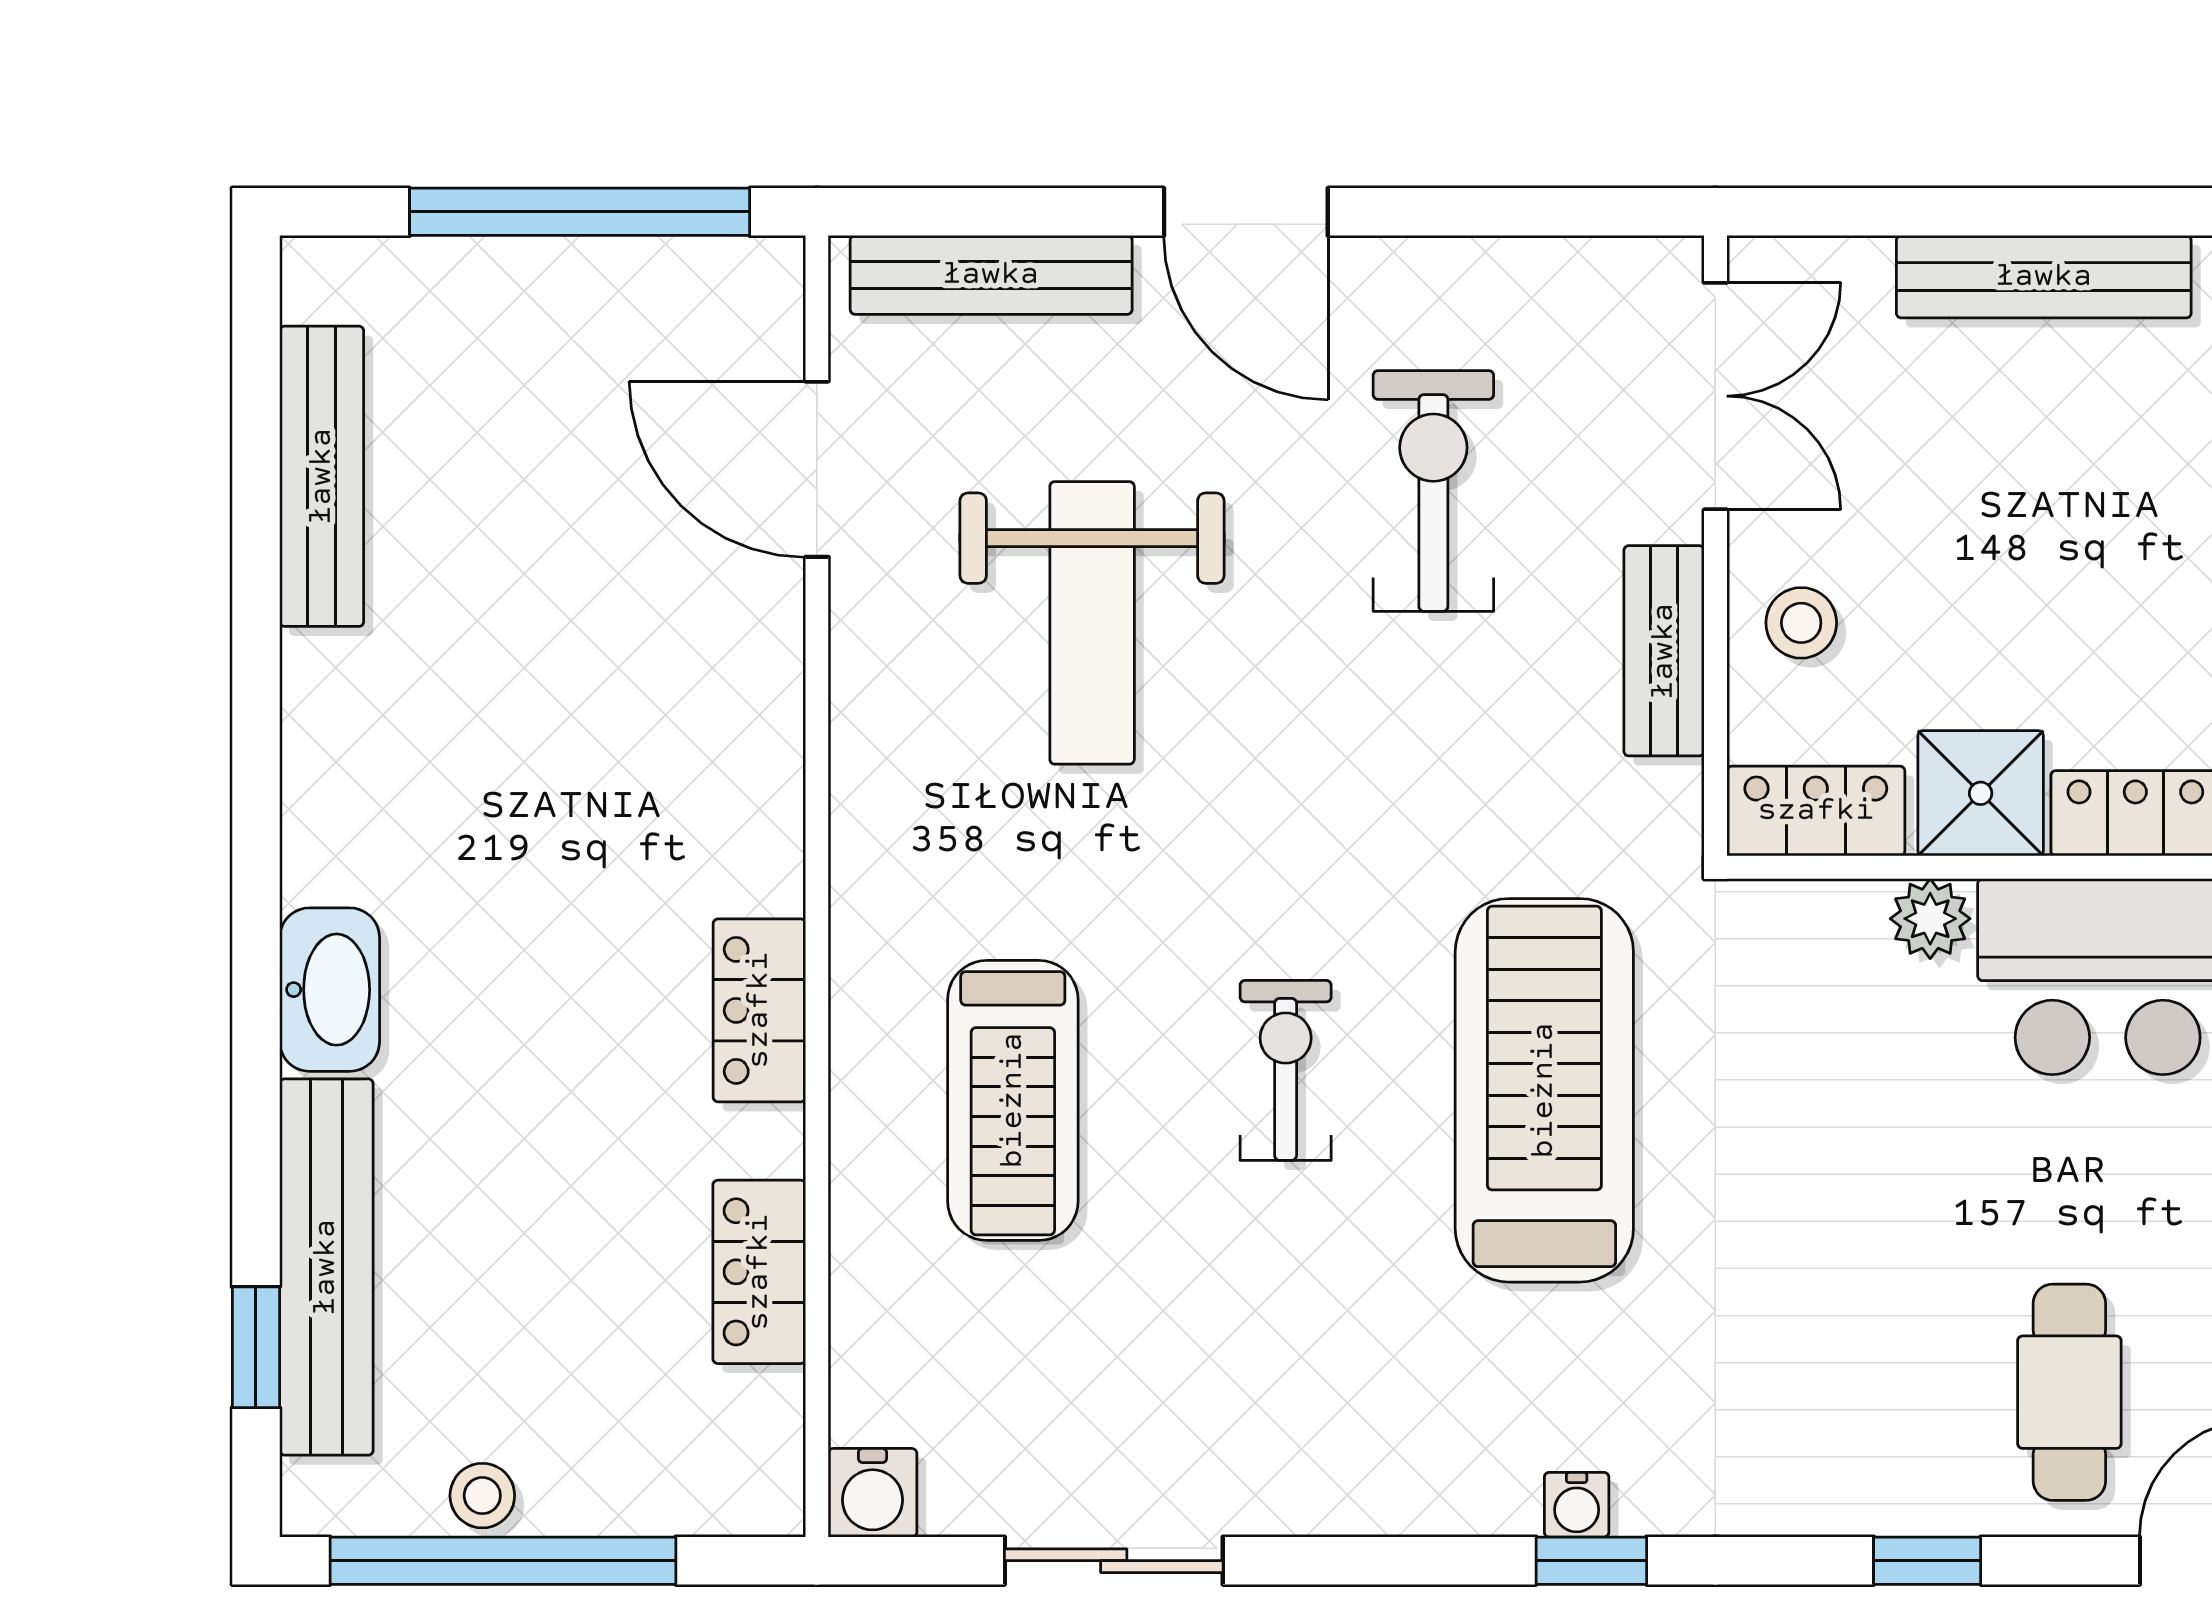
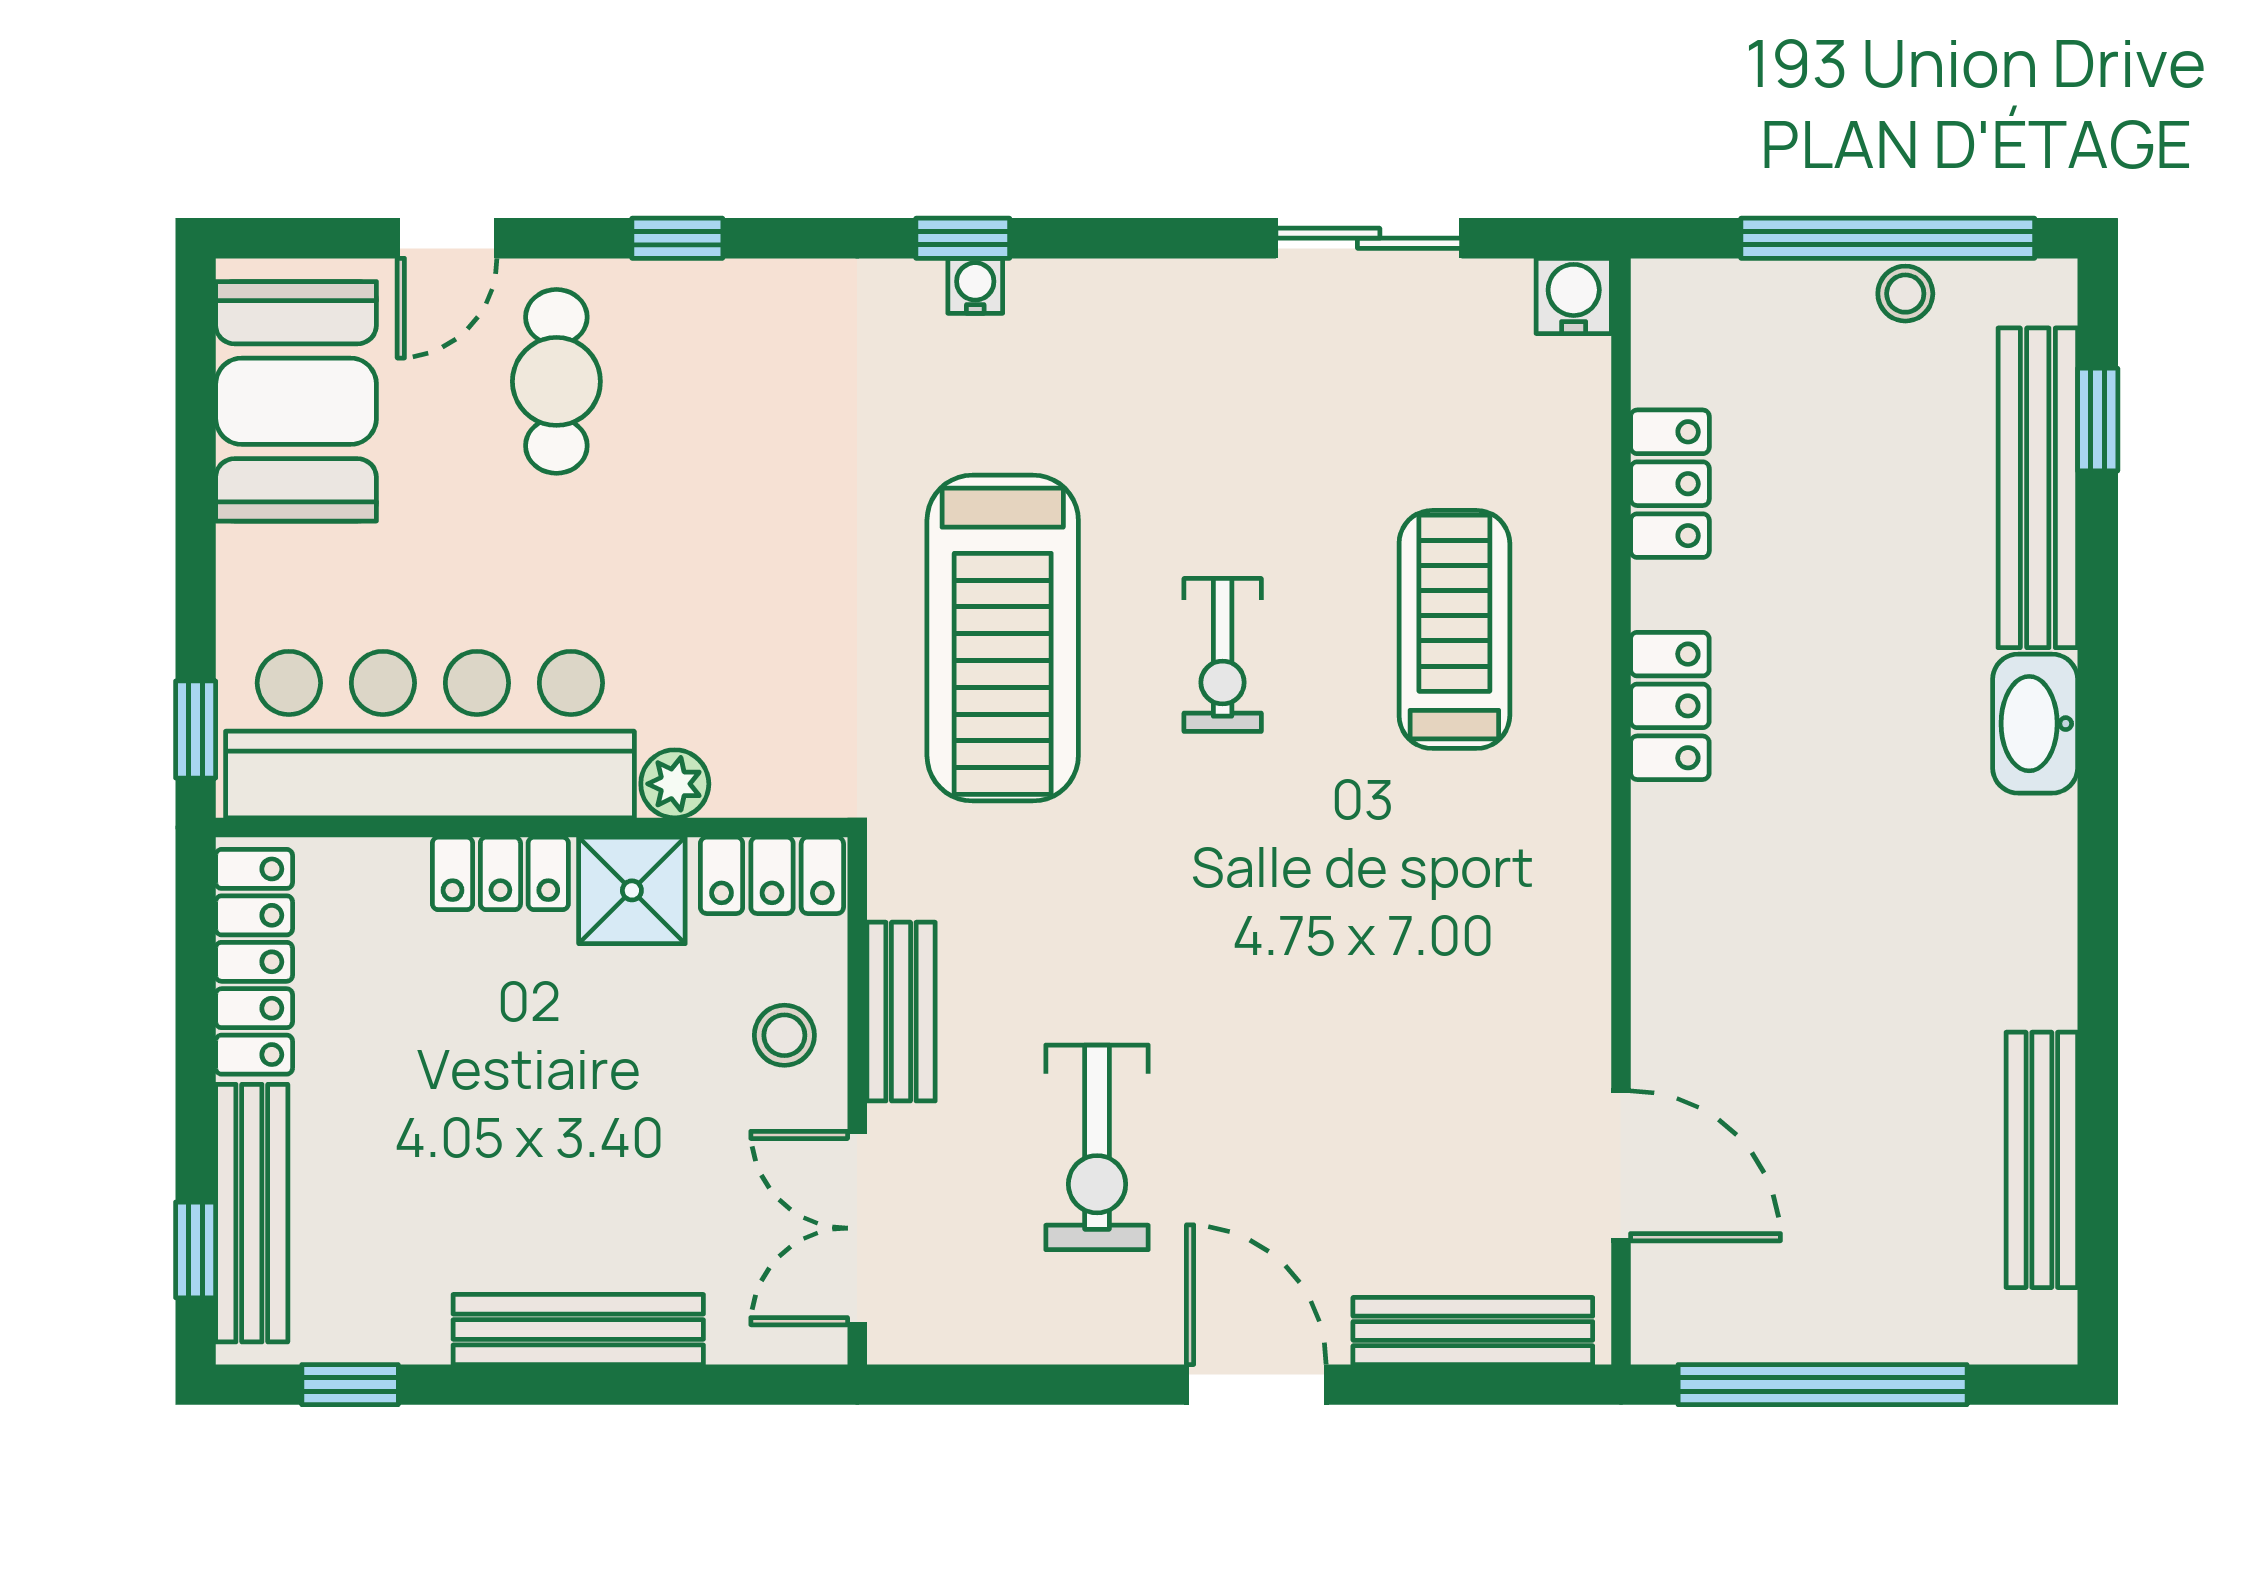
weight bench: (1092, 623) -> (1387, 1035), removed

